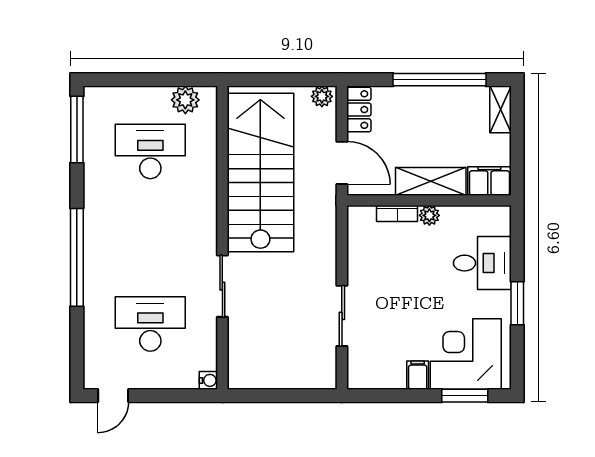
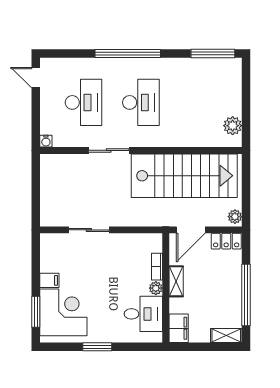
desk: (150, 151) -> (141, 102), moved
shelving: (431, 181) -> (176, 281), width x0.67, depth x0.75
desk: (482, 263) -> (143, 314), moved, turned -90

